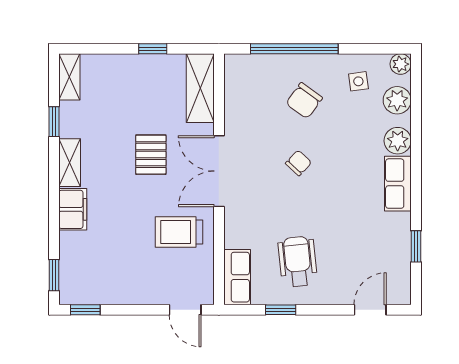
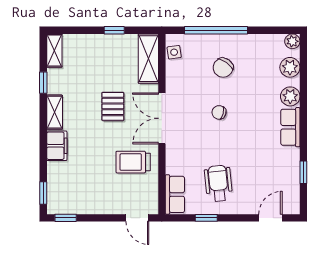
side table: (358, 81) -> (174, 52), moved
chair: (298, 163) -> (219, 112), turned -119

